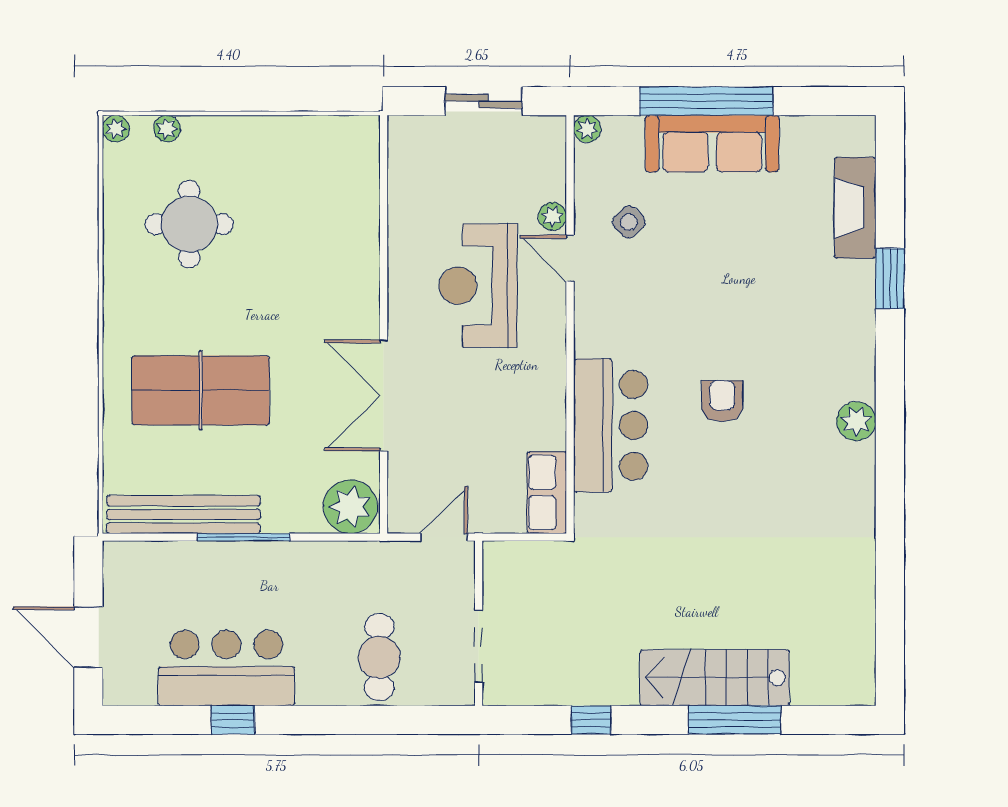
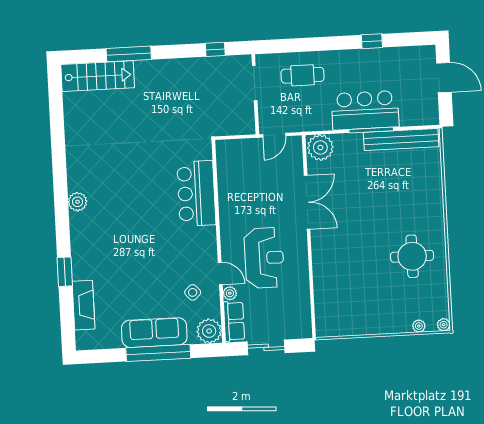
plant: (587, 129) -> (209, 331), width x1.88, depth x1.88
round table: (189, 224) -> (412, 256), moved
table tennis table: (201, 390) -> (396, 200), removed
armchair: (722, 401) -> (143, 208), removed
row of seats: (547, 493) -> (234, 321), moved
cafe table: (379, 657) -> (303, 75), turned 90
bar counter: (227, 668) -> (365, 110), moved, turned 180
stairs: (715, 678) -> (98, 76), moved
window: (591, 720) -> (215, 49), moved

